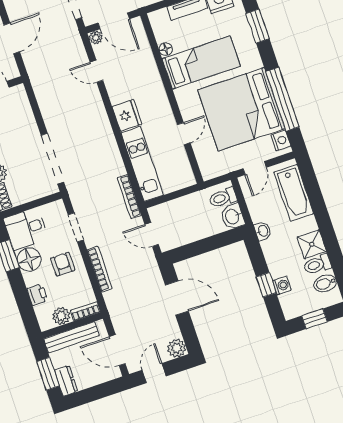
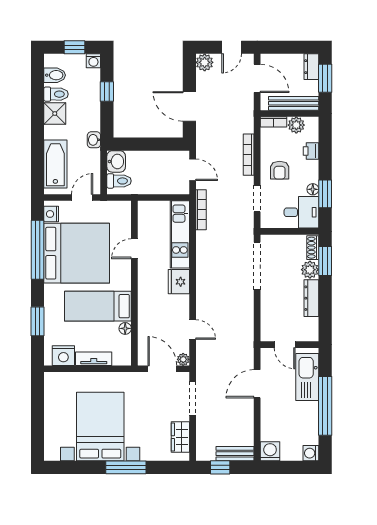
floor lamp: (29, 260) -> (313, 189), width x0.53, depth x0.53
washing machine: (282, 285) -> (93, 61), moved, turned -90

